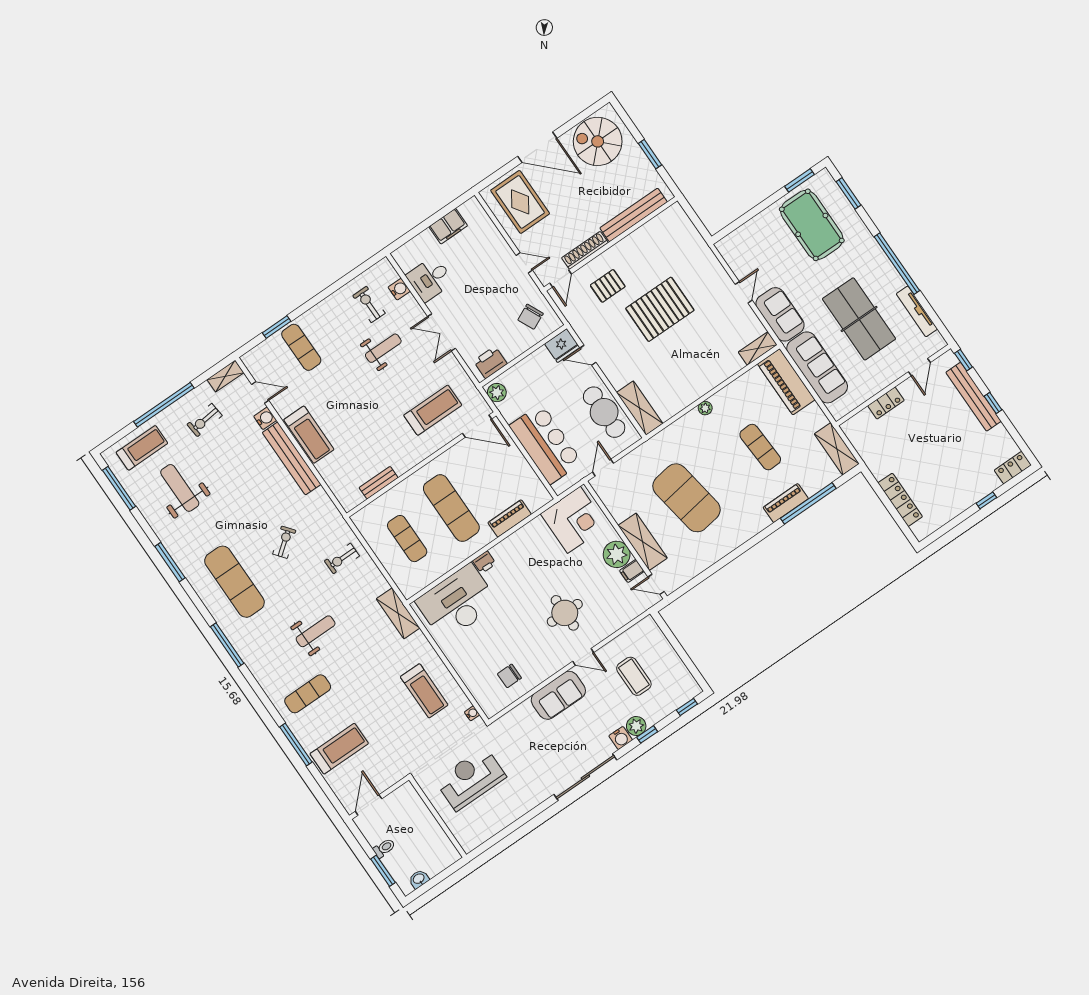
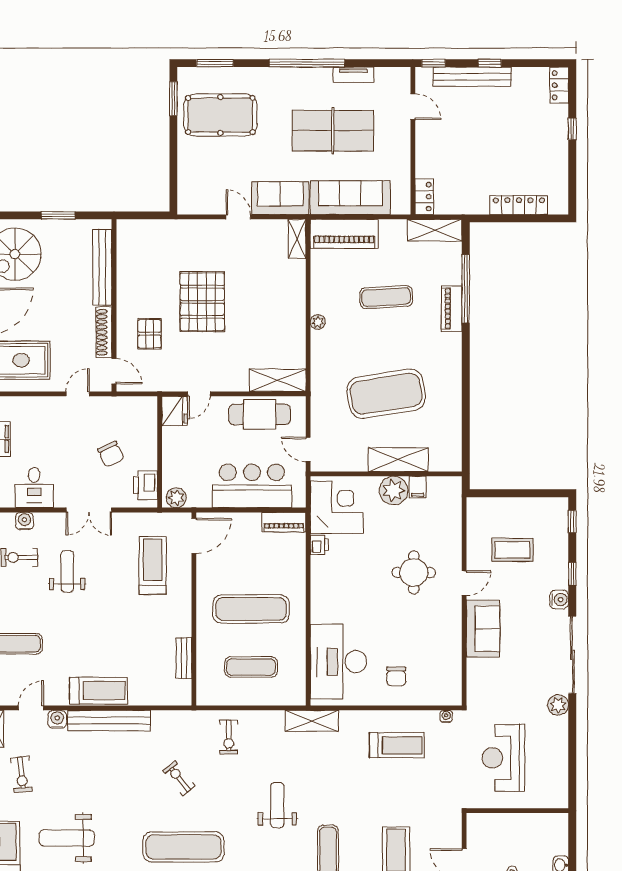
tv unit: (917, 311) -> (353, 75), width x0.71
chair: (530, 317) -> (111, 454), moved
locker: (886, 403) -> (424, 197), moved
piano: (510, 518) -> (284, 522), moved, turned -90
printer: (484, 562) -> (319, 545), moved
door: (656, 584) -> (444, 474), removed
chair: (509, 676) -> (396, 676), moved
plant: (636, 726) -> (558, 705), moved

